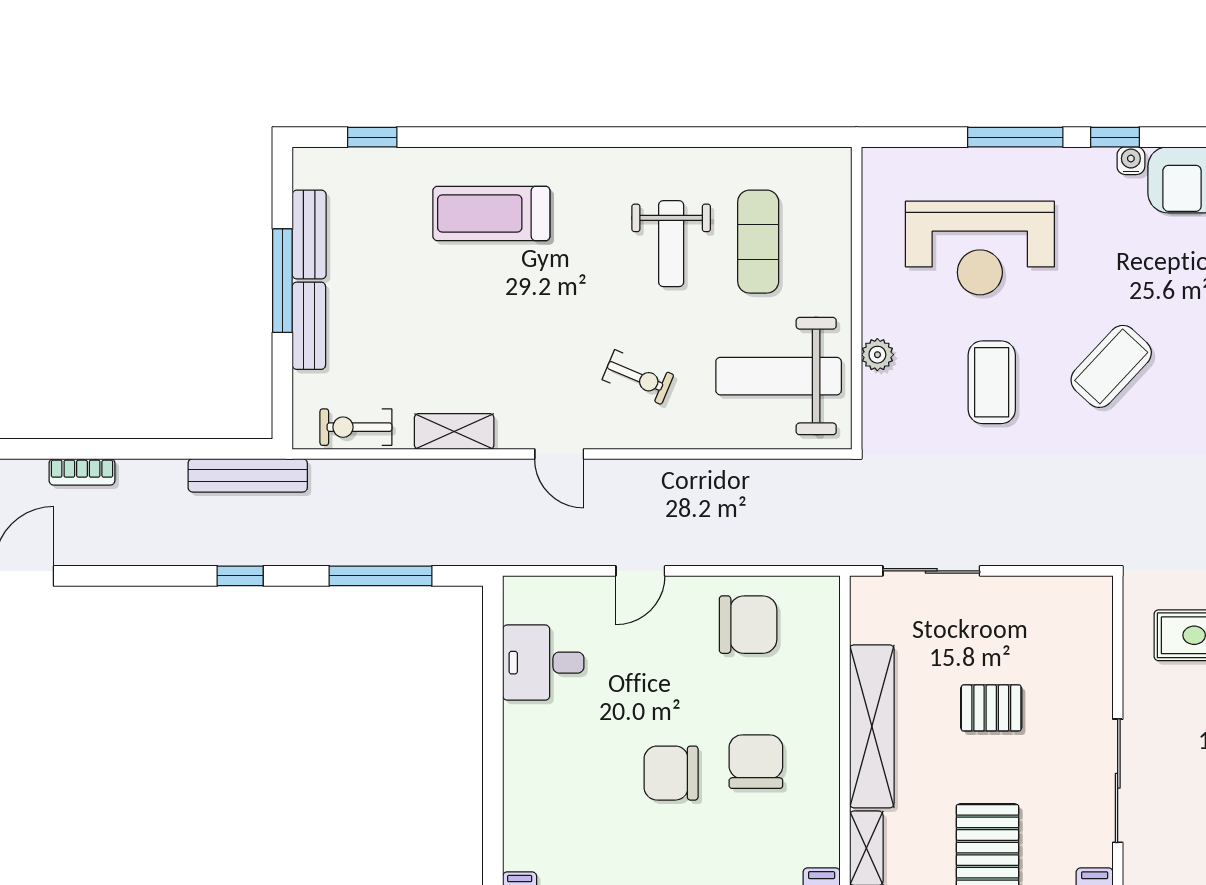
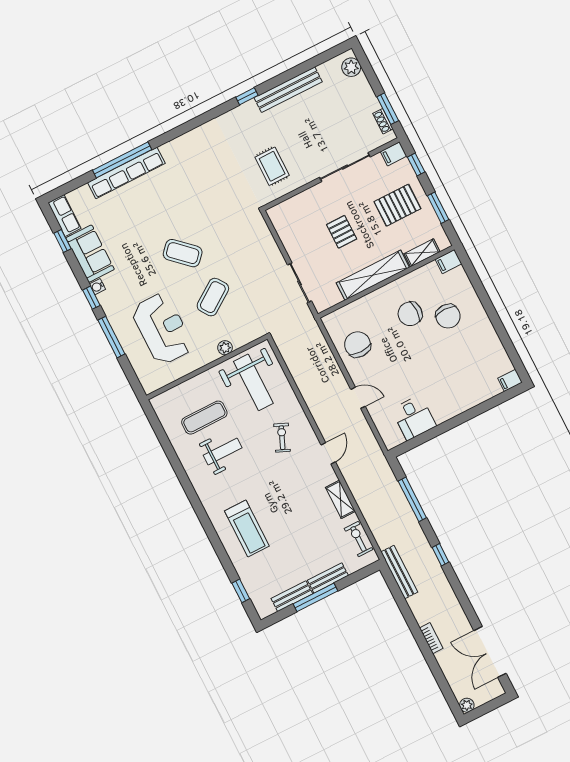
coffee table: (992, 382) -> (213, 297), turned -35
exercise bike: (356, 427) -> (358, 539), turned 180
chair: (671, 773) -> (448, 316), moved

